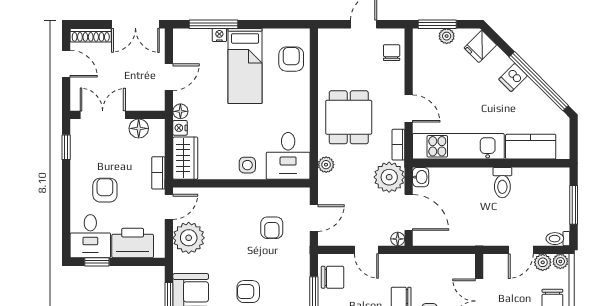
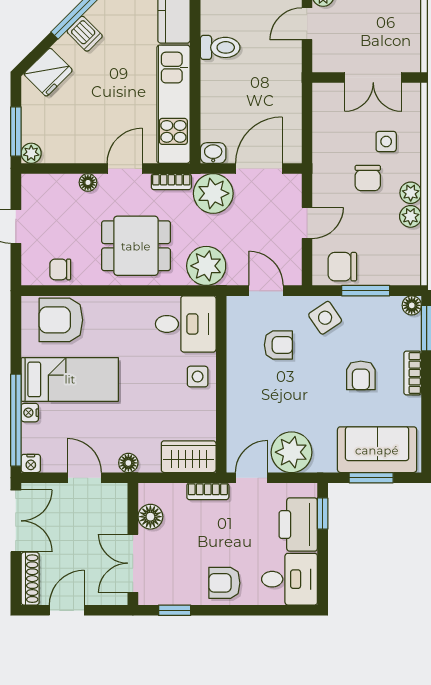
window: (214, 24) -> (16, 420), width x1.46
plant: (447, 36) -> (31, 153), moved
fridge: (480, 46) -> (48, 72), width x1.38
chair: (392, 53) -> (60, 269), moved
armchair: (291, 59) -> (61, 320), width x1.38, depth x1.38
nightstand: (180, 128) -> (31, 463), moved
plant: (326, 165) -> (206, 266), width x1.88, depth x1.88
armchair: (105, 190) -> (224, 583), moved
door: (169, 207) -> (251, 478), hinge flipped
floor lamp: (398, 239) -> (88, 182), moved
door: (521, 250) -> (307, 24), swing flipped
window: (97, 262) -> (323, 514), moved
side table: (293, 264) -> (325, 318), added
chair: (332, 277) -> (342, 267), turned -90

